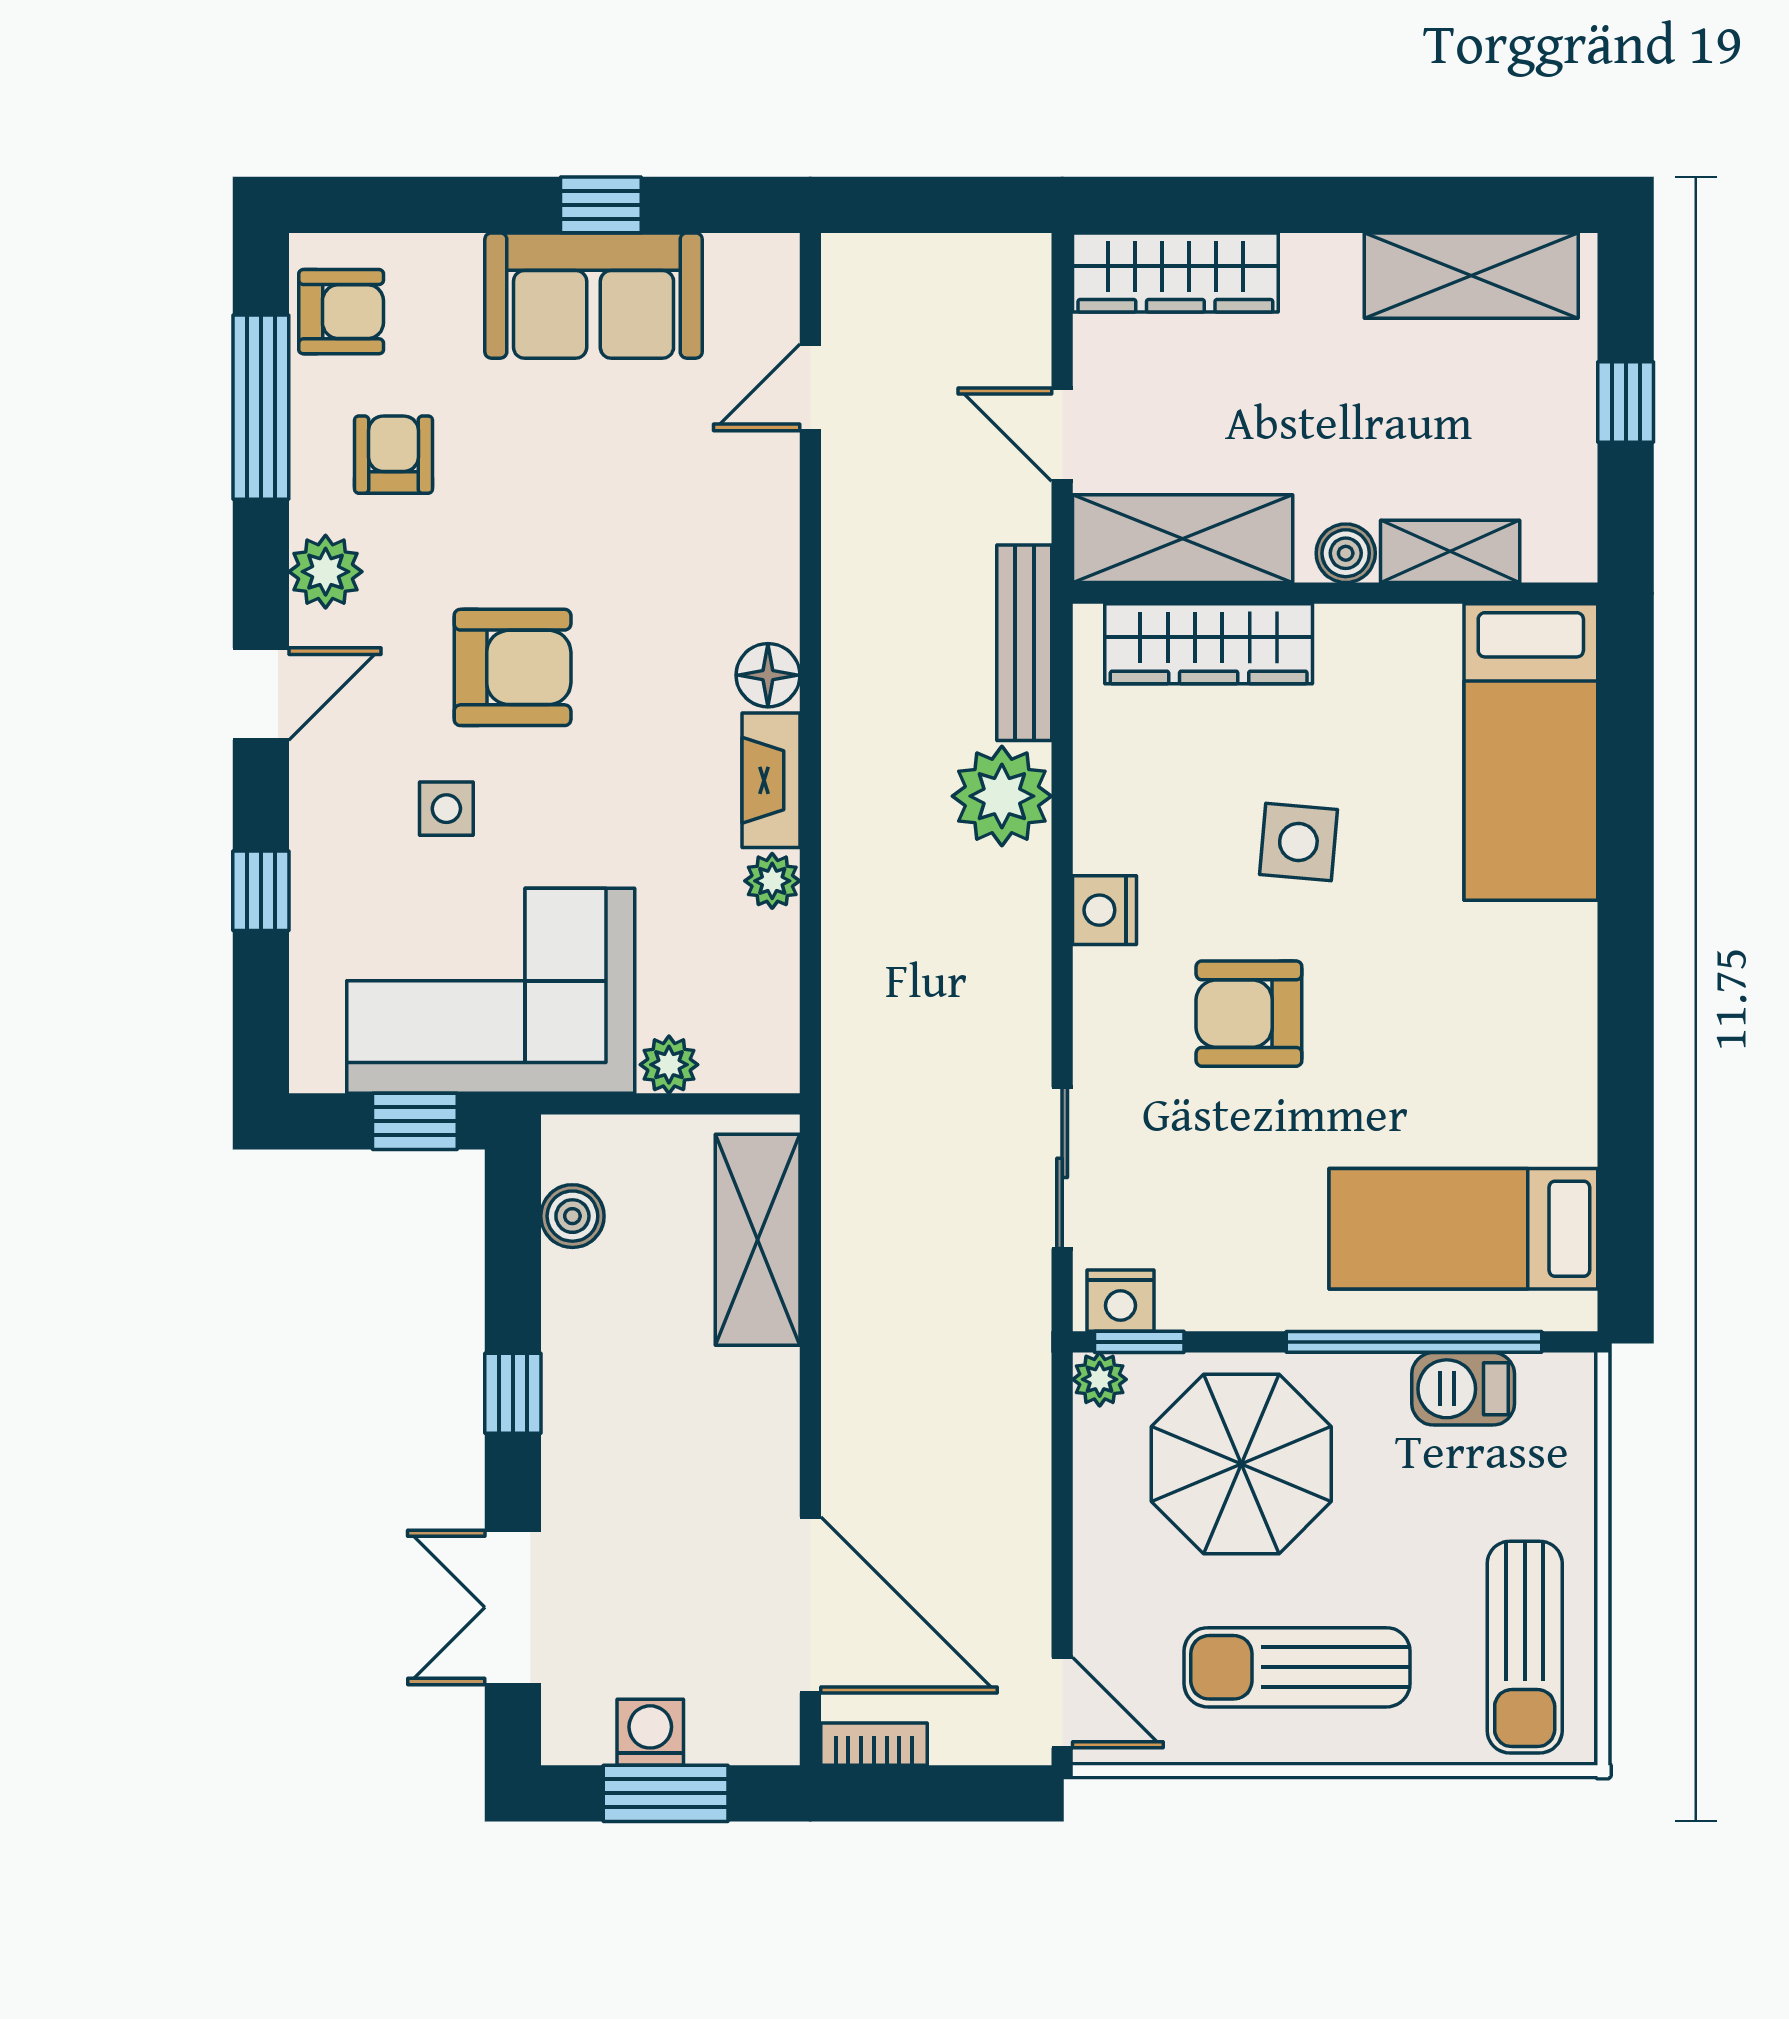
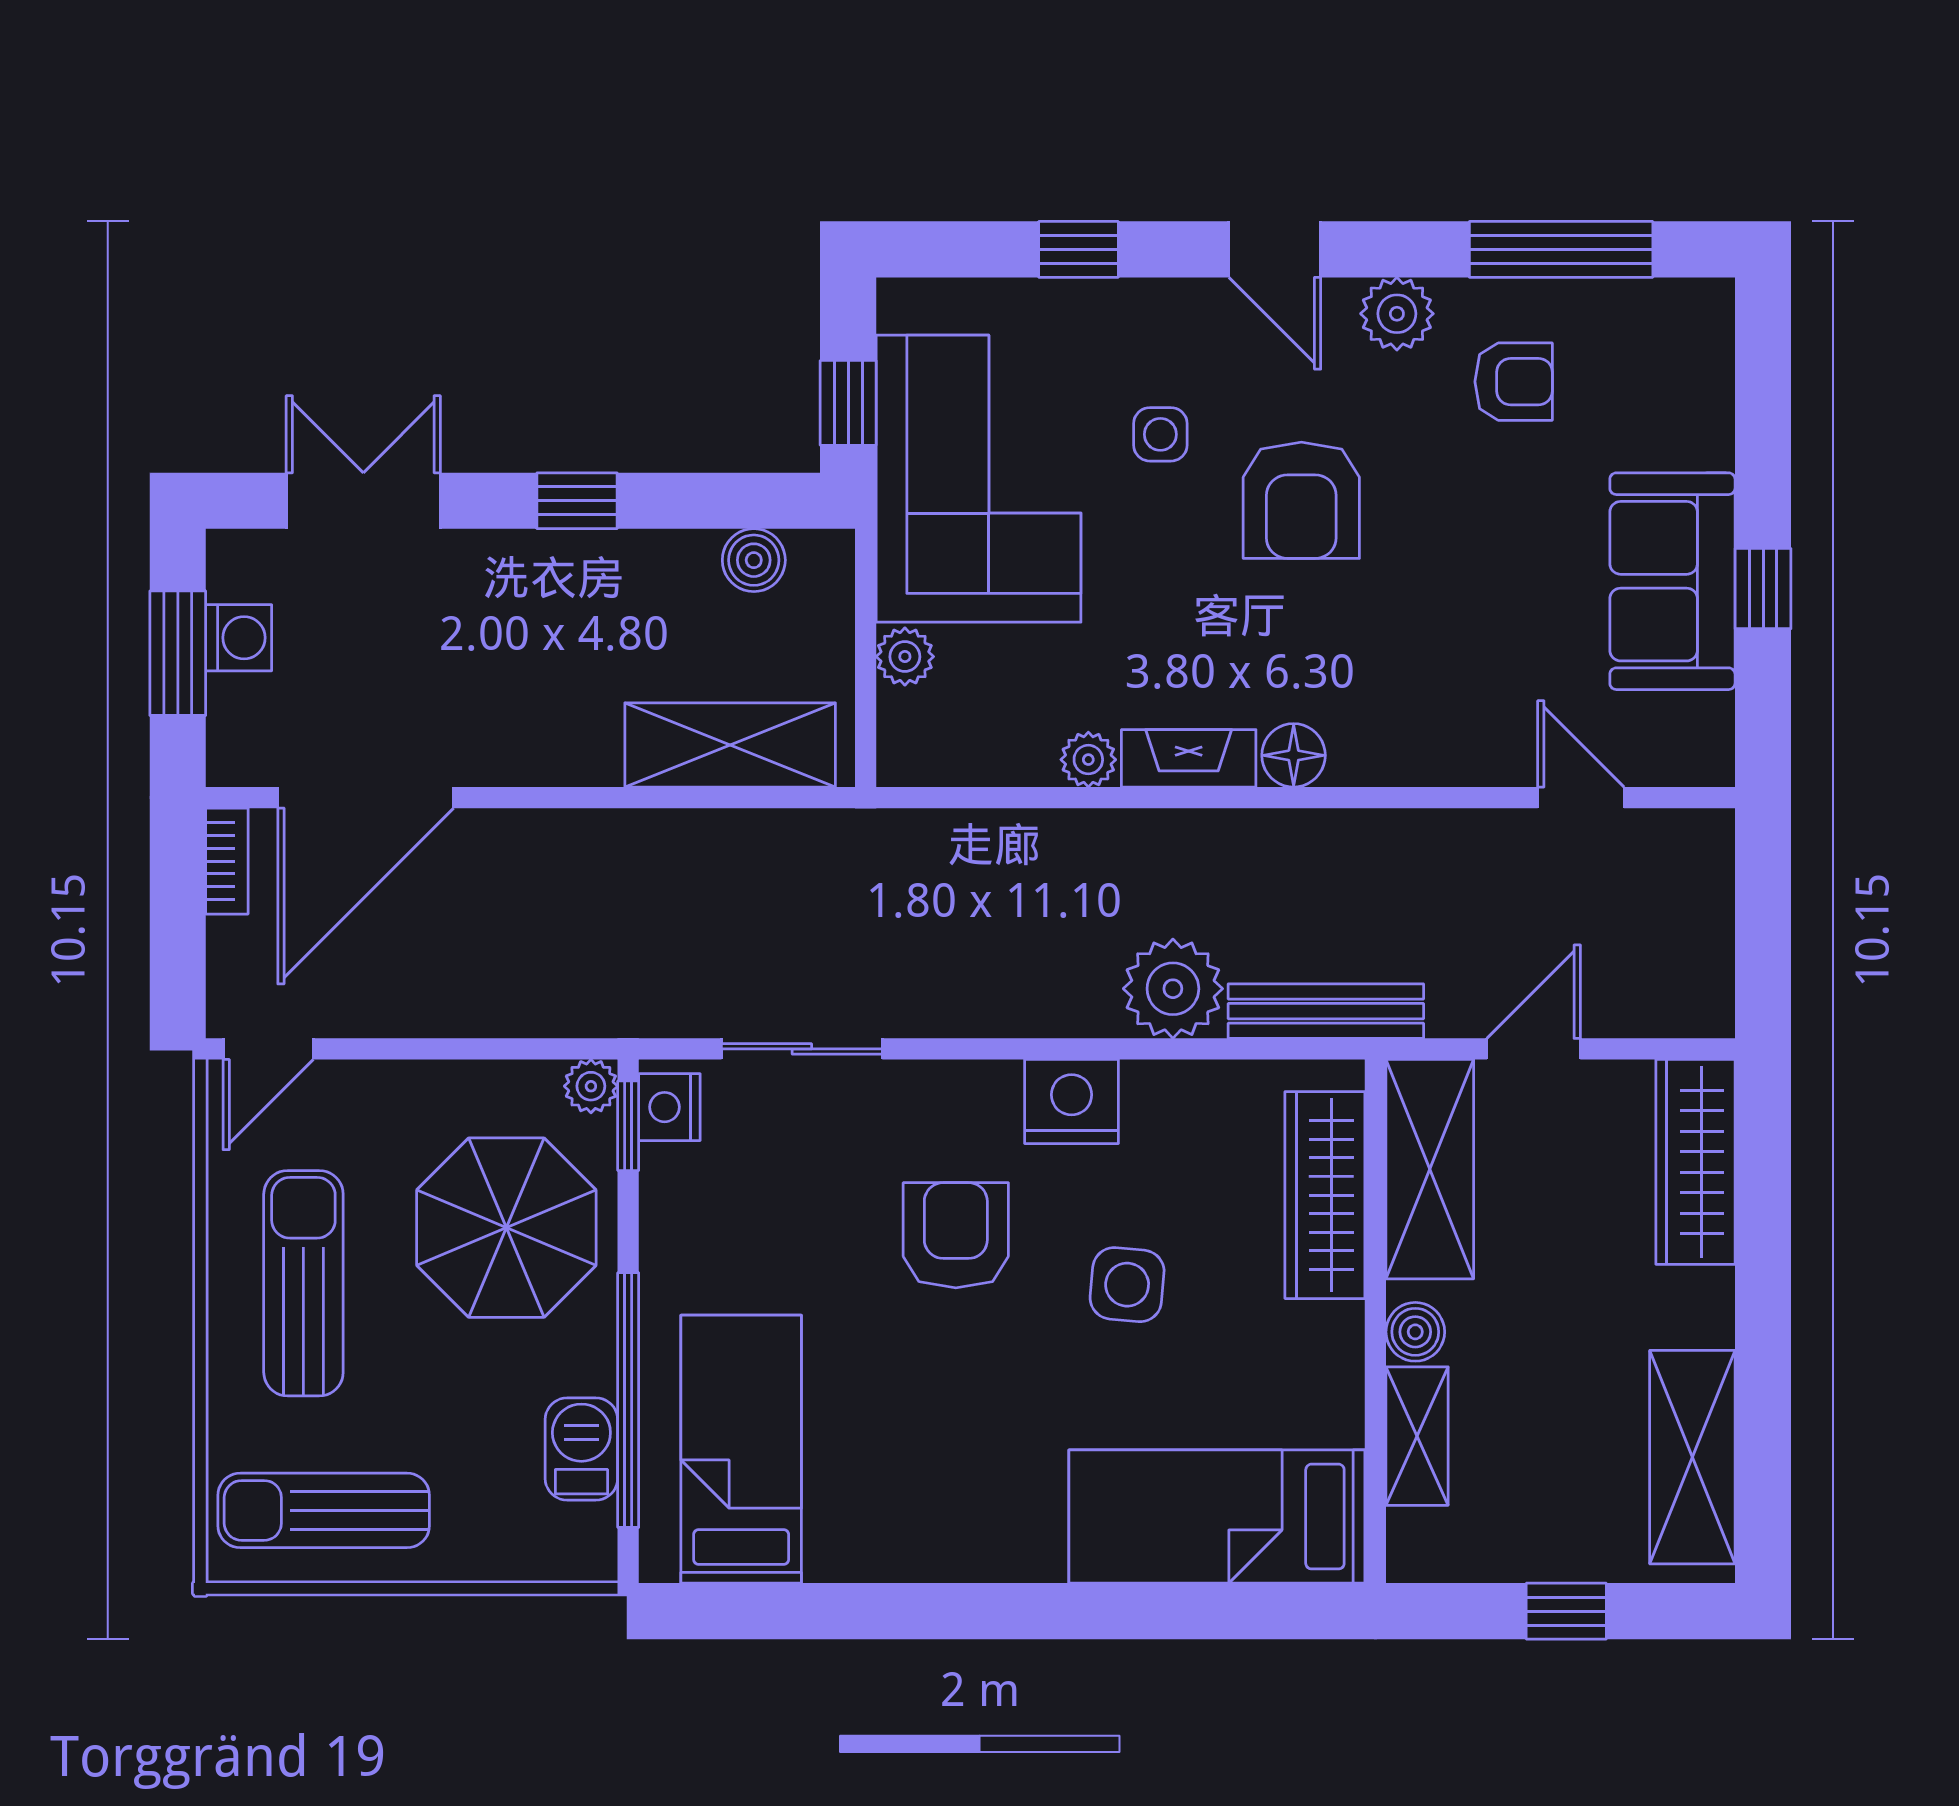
armchair: (341, 312) -> (1656, 329), removed
nightstand: (1105, 910) -> (1072, 1101), width x1.36, depth x1.33

